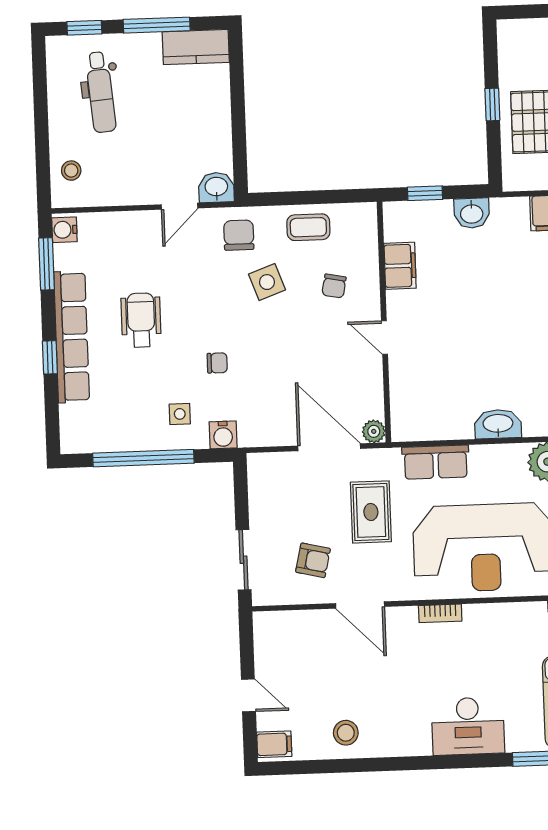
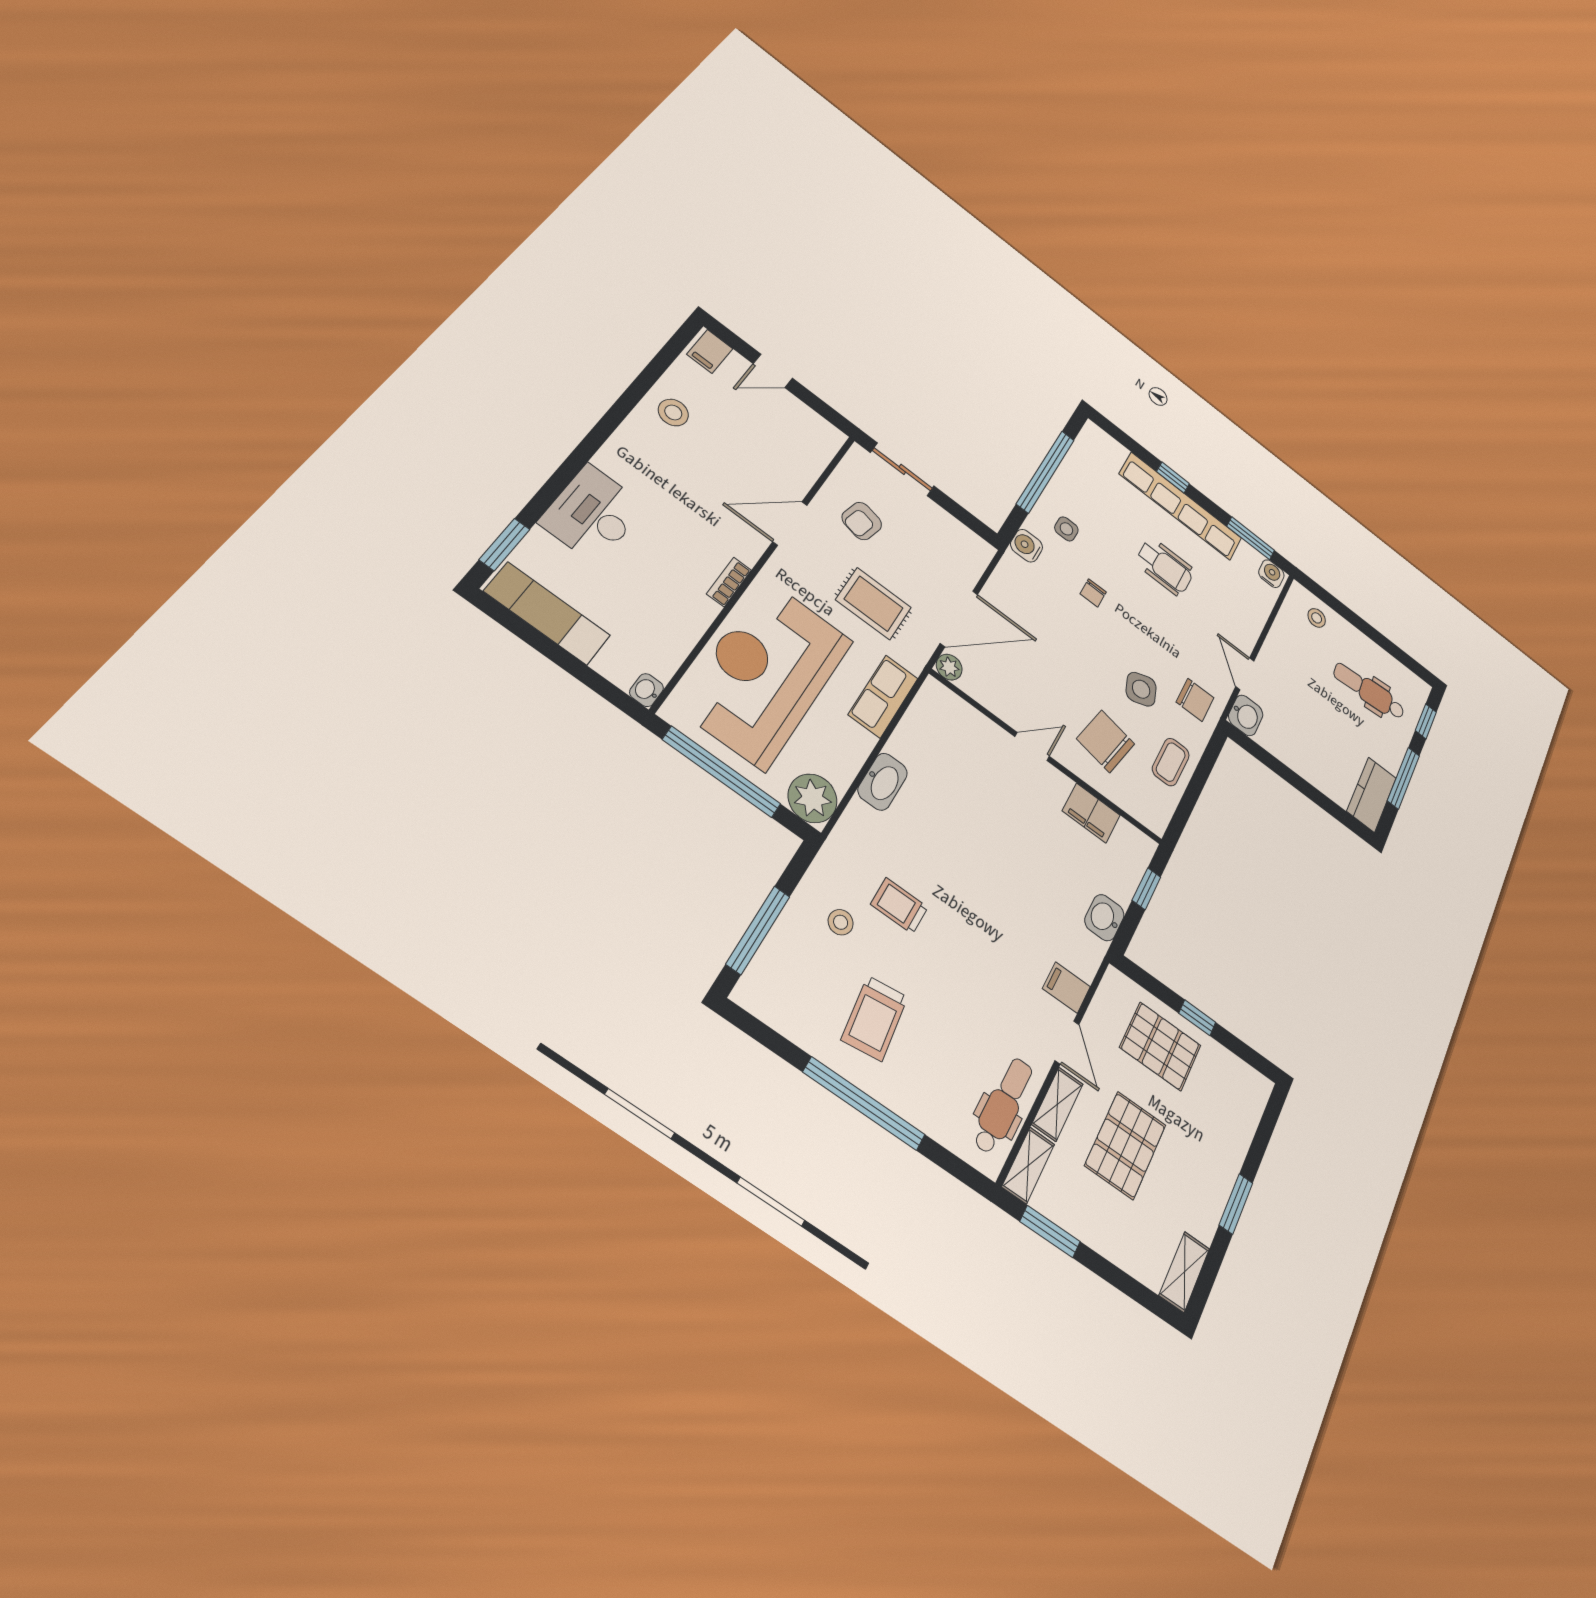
chair: (334, 286) -> (1106, 741), width x1.87, depth x1.87

